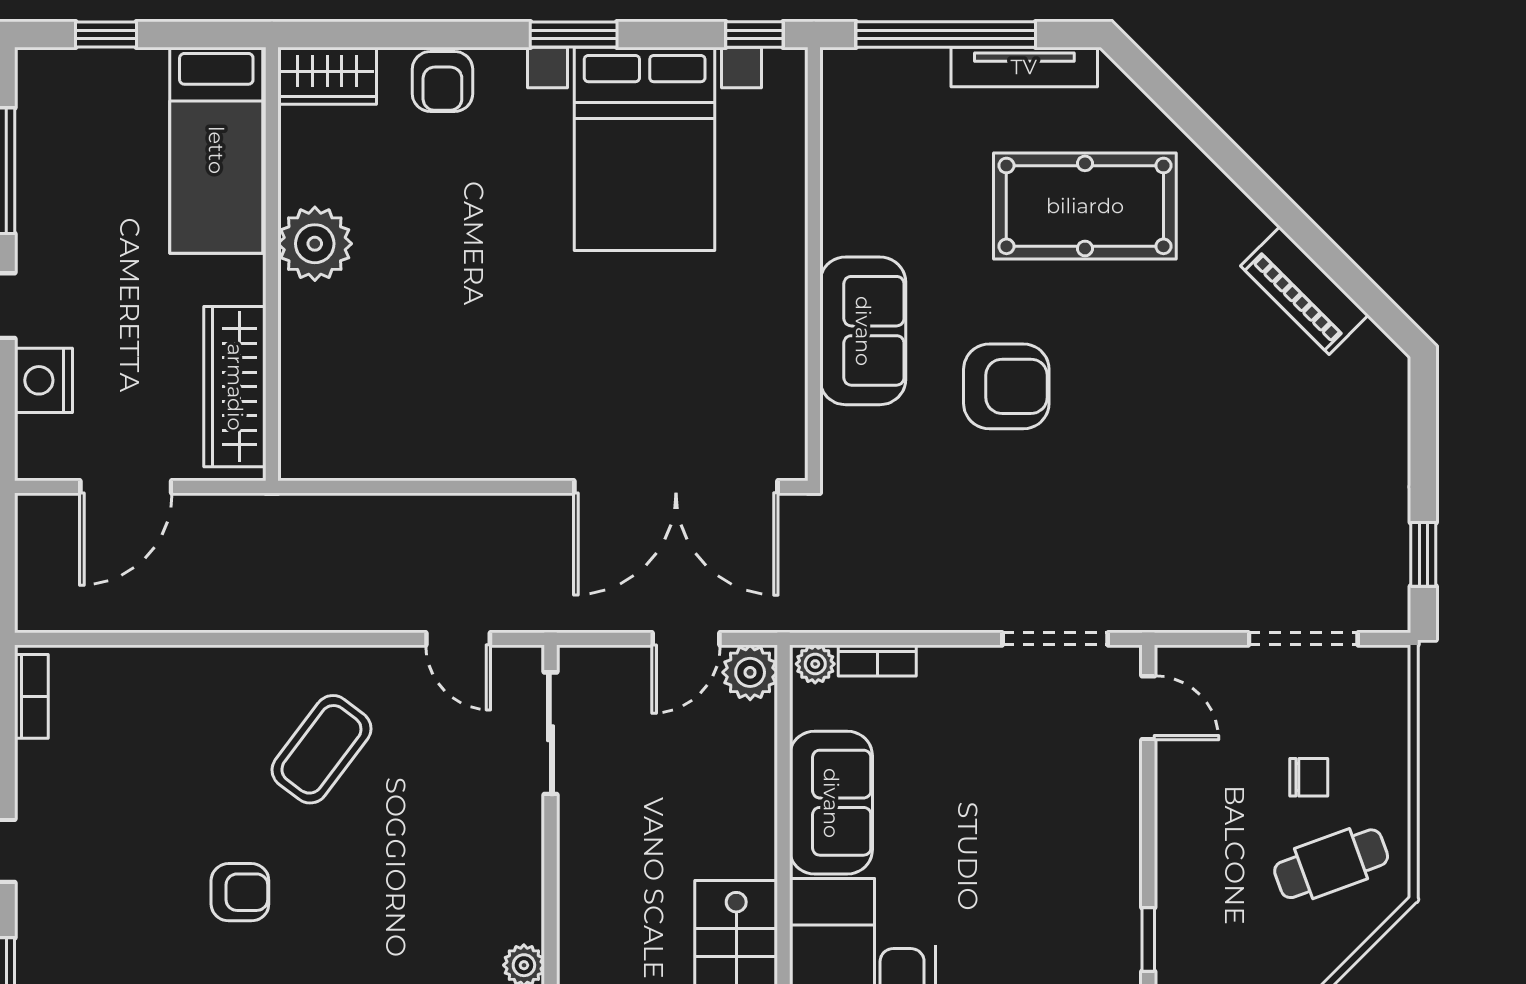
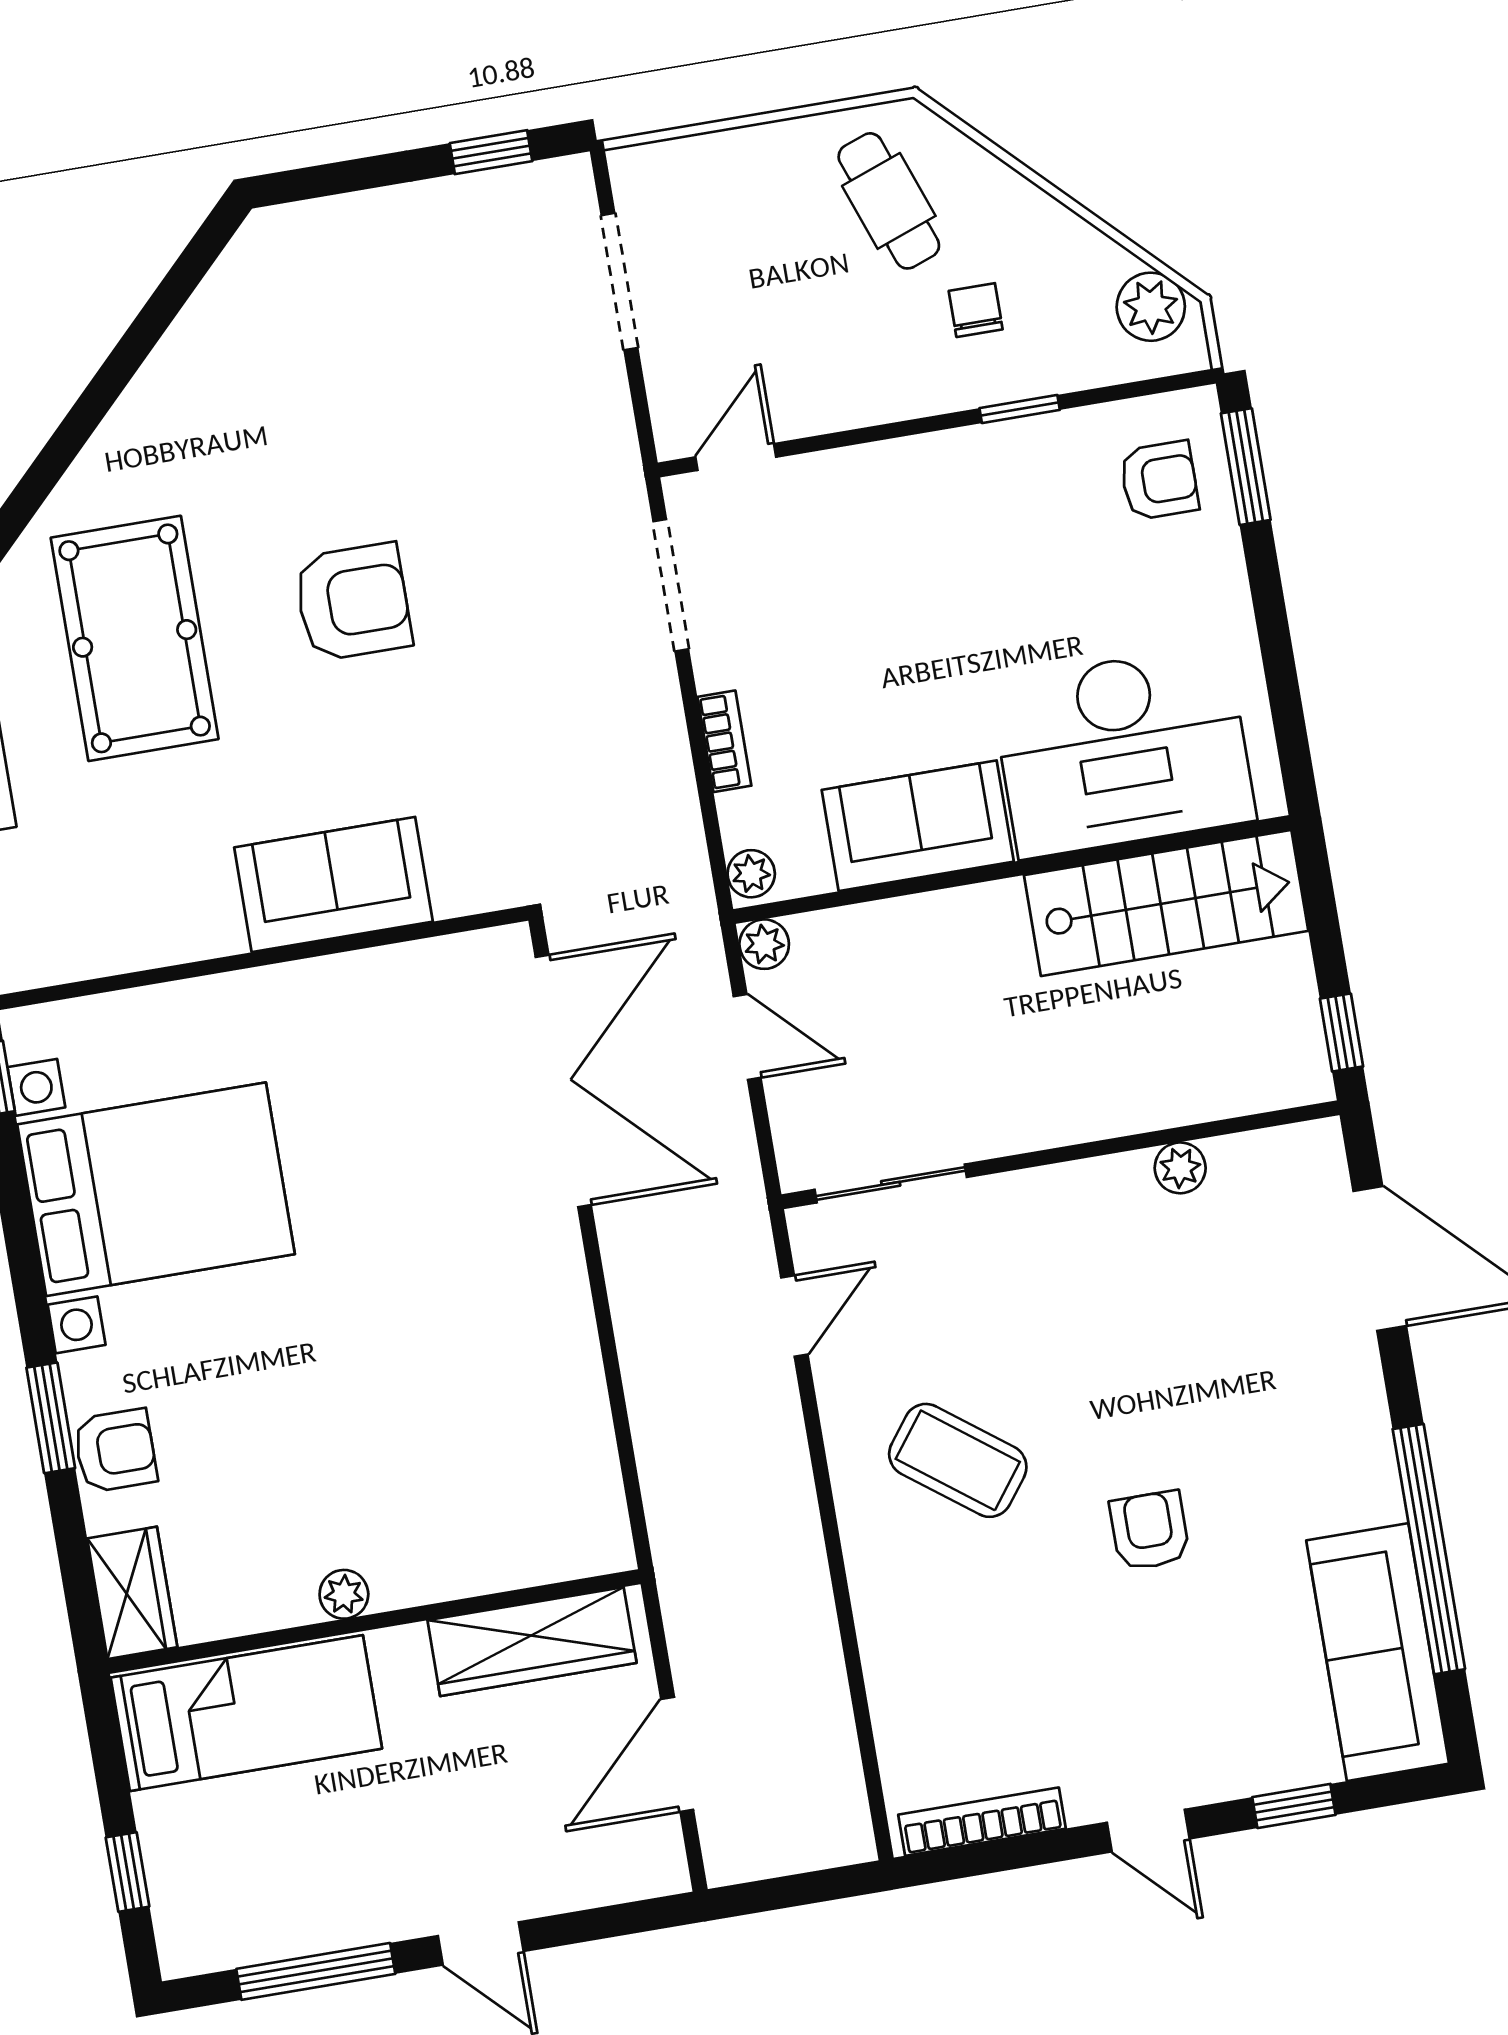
window: (574, 35) -> (51, 1418), moved
plant: (315, 244) -> (344, 1594), width x0.53, depth x0.53
piano: (1305, 290) -> (193, 352), removed
nightstand: (44, 380) -> (564, 1877), removed
armchair: (1006, 386) -> (353, 602), moved, turned 90
door: (126, 487) -> (677, 1754), swing flipped
bookcase: (877, 661) -> (724, 741), moved
plant: (750, 672) -> (764, 944), width x0.73, depth x0.73
bookcase: (31, 696) -> (982, 1822), width x1.56
chair: (1309, 777) -> (976, 310), moved

